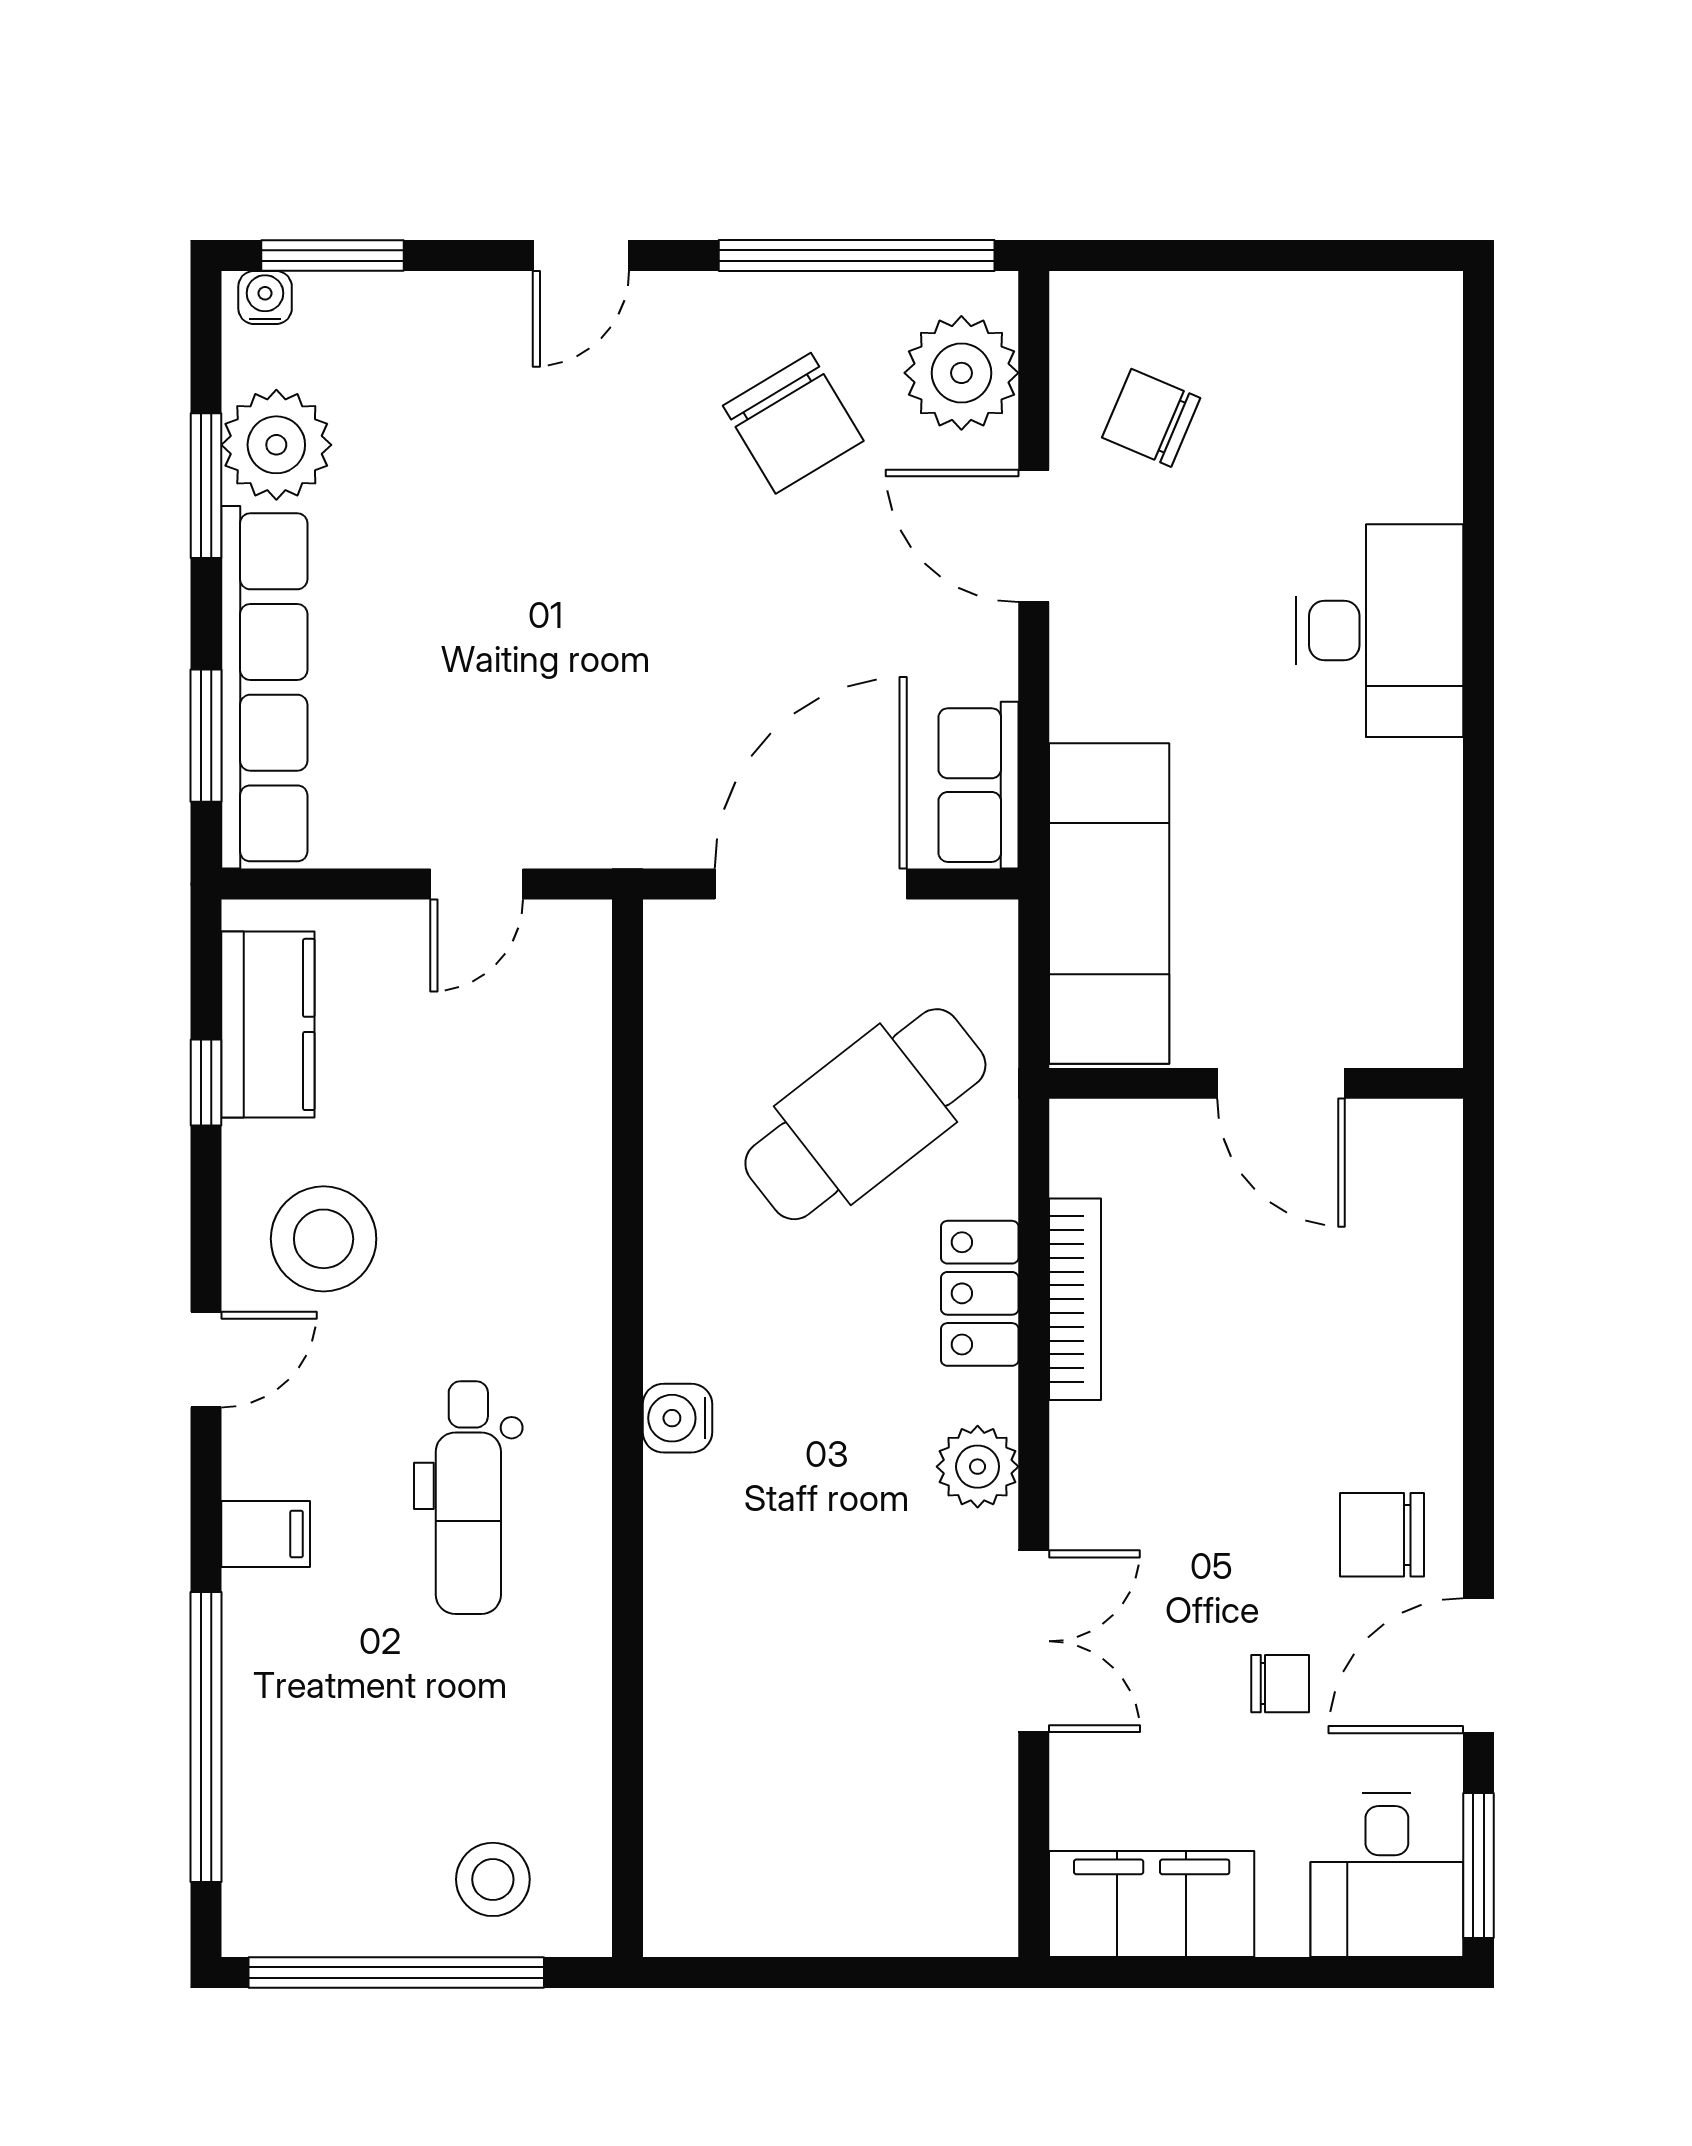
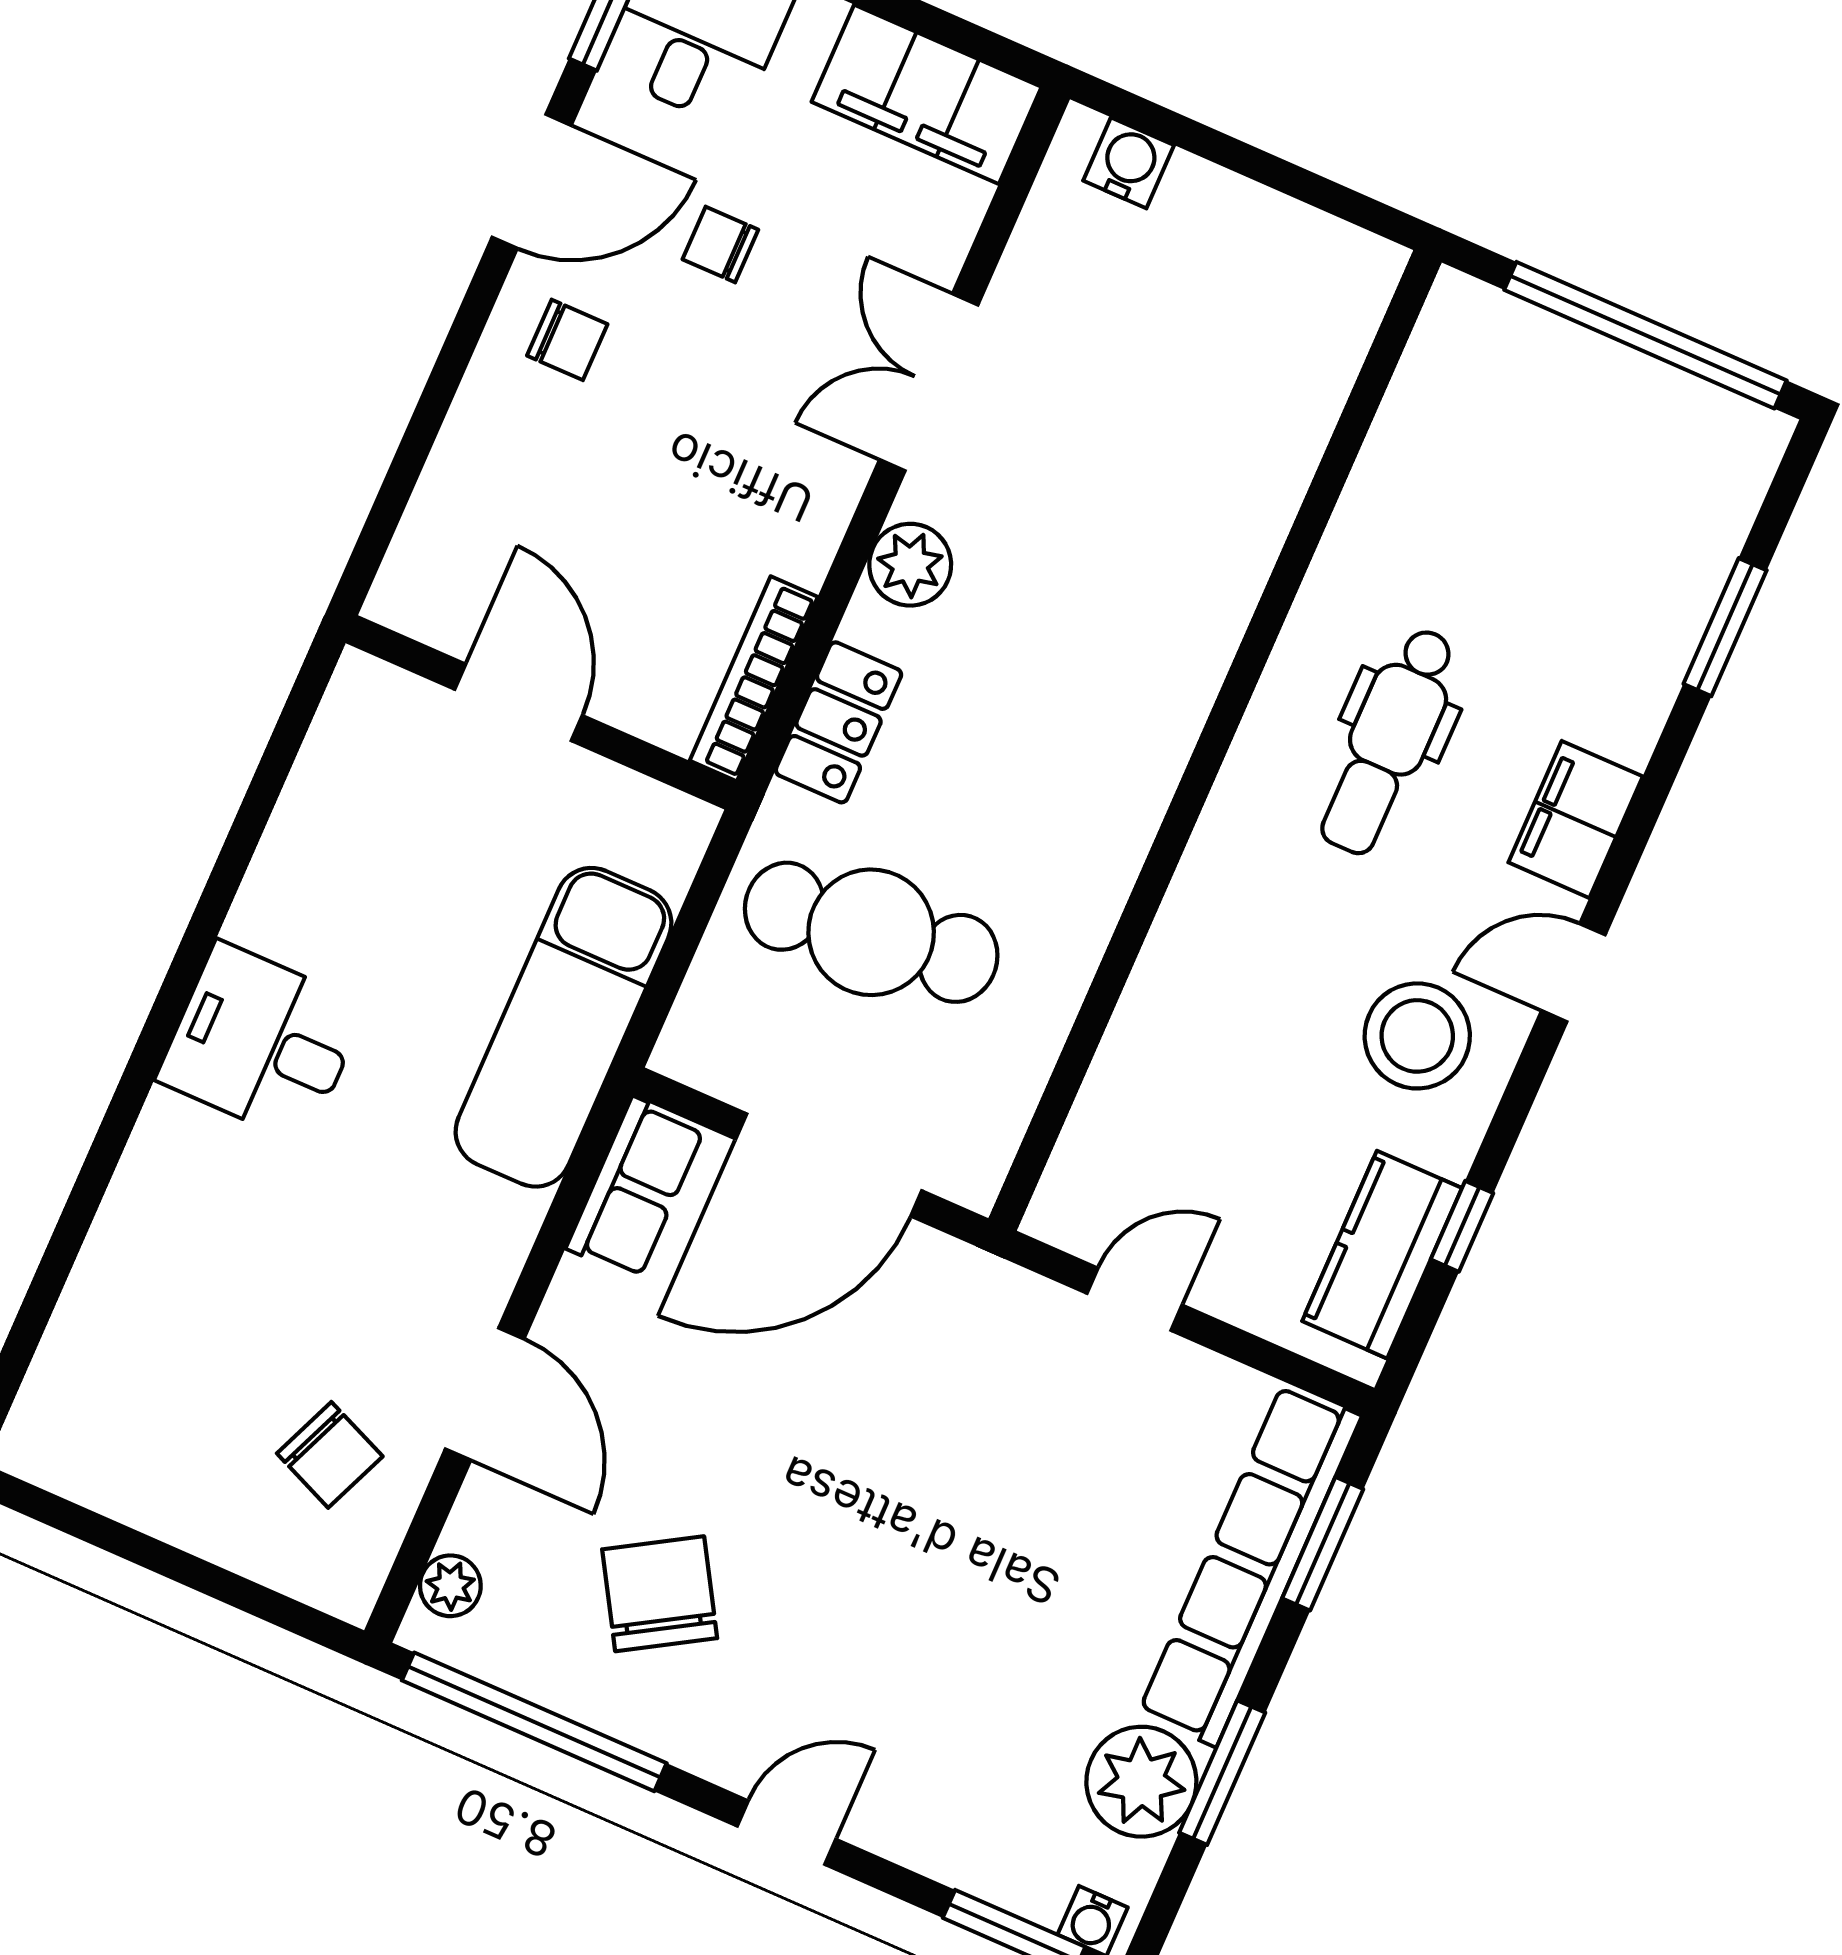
plant: (961, 373) -> (450, 1586), width x0.53, depth x0.53
desk: (1379, 631) -> (262, 1043), moved, width x0.73
wall: (1256, 1083) -> (541, 712), moved
door: (1281, 1083) -> (518, 702), moved
cafe table: (865, 1114) -> (871, 932), turned 31
water cooler: (677, 1418) -> (1129, 163), moved, turned -90
dental chair: (468, 1498) -> (1389, 741), turned 180
filing cabinet: (266, 1534) -> (1576, 819), width x2.00
chair: (1382, 1535) -> (567, 340), width x0.73, depth x0.73
window: (206, 1737) -> (1725, 627), width x0.47
stool: (493, 1879) -> (1520, 382), removed

